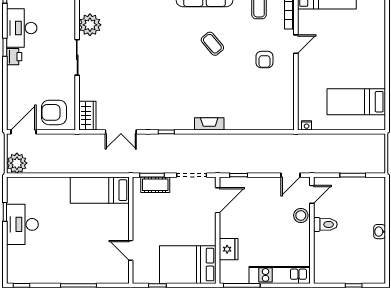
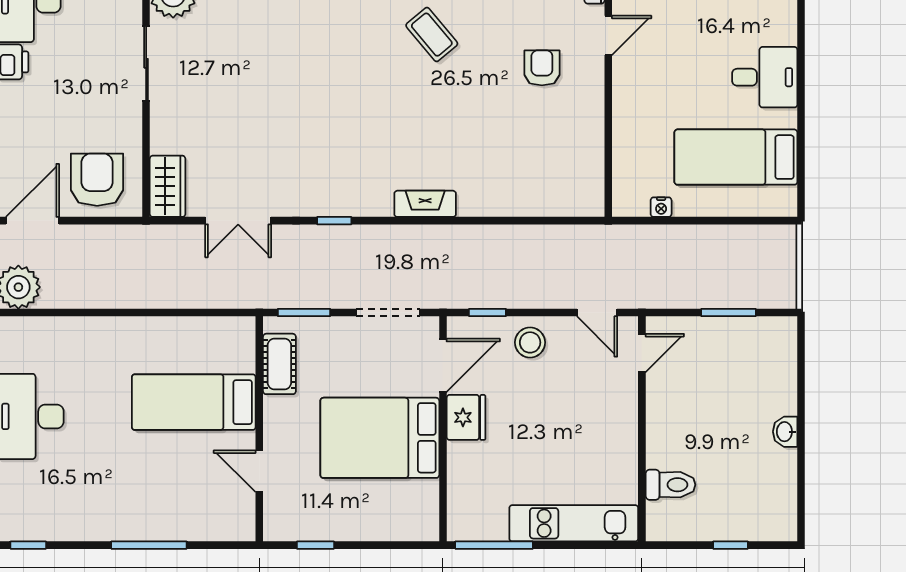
armchair: (264, 60) -> (542, 68), turned 180
desk: (370, 64) -> (765, 77), added
armchair: (54, 112) -> (97, 180), turned 90
nightstand: (307, 125) -> (661, 207), moved
door: (291, 175) -> (597, 312), hinge flipped
cot: (155, 185) -> (279, 364), moved, turned 90
bed: (100, 190) -> (194, 402), moved
stool: (301, 215) -> (530, 342), moved
toilet: (325, 224) -> (670, 485), moved
fridge: (229, 249) -> (466, 417), moved
bed: (188, 265) -> (380, 438), moved

